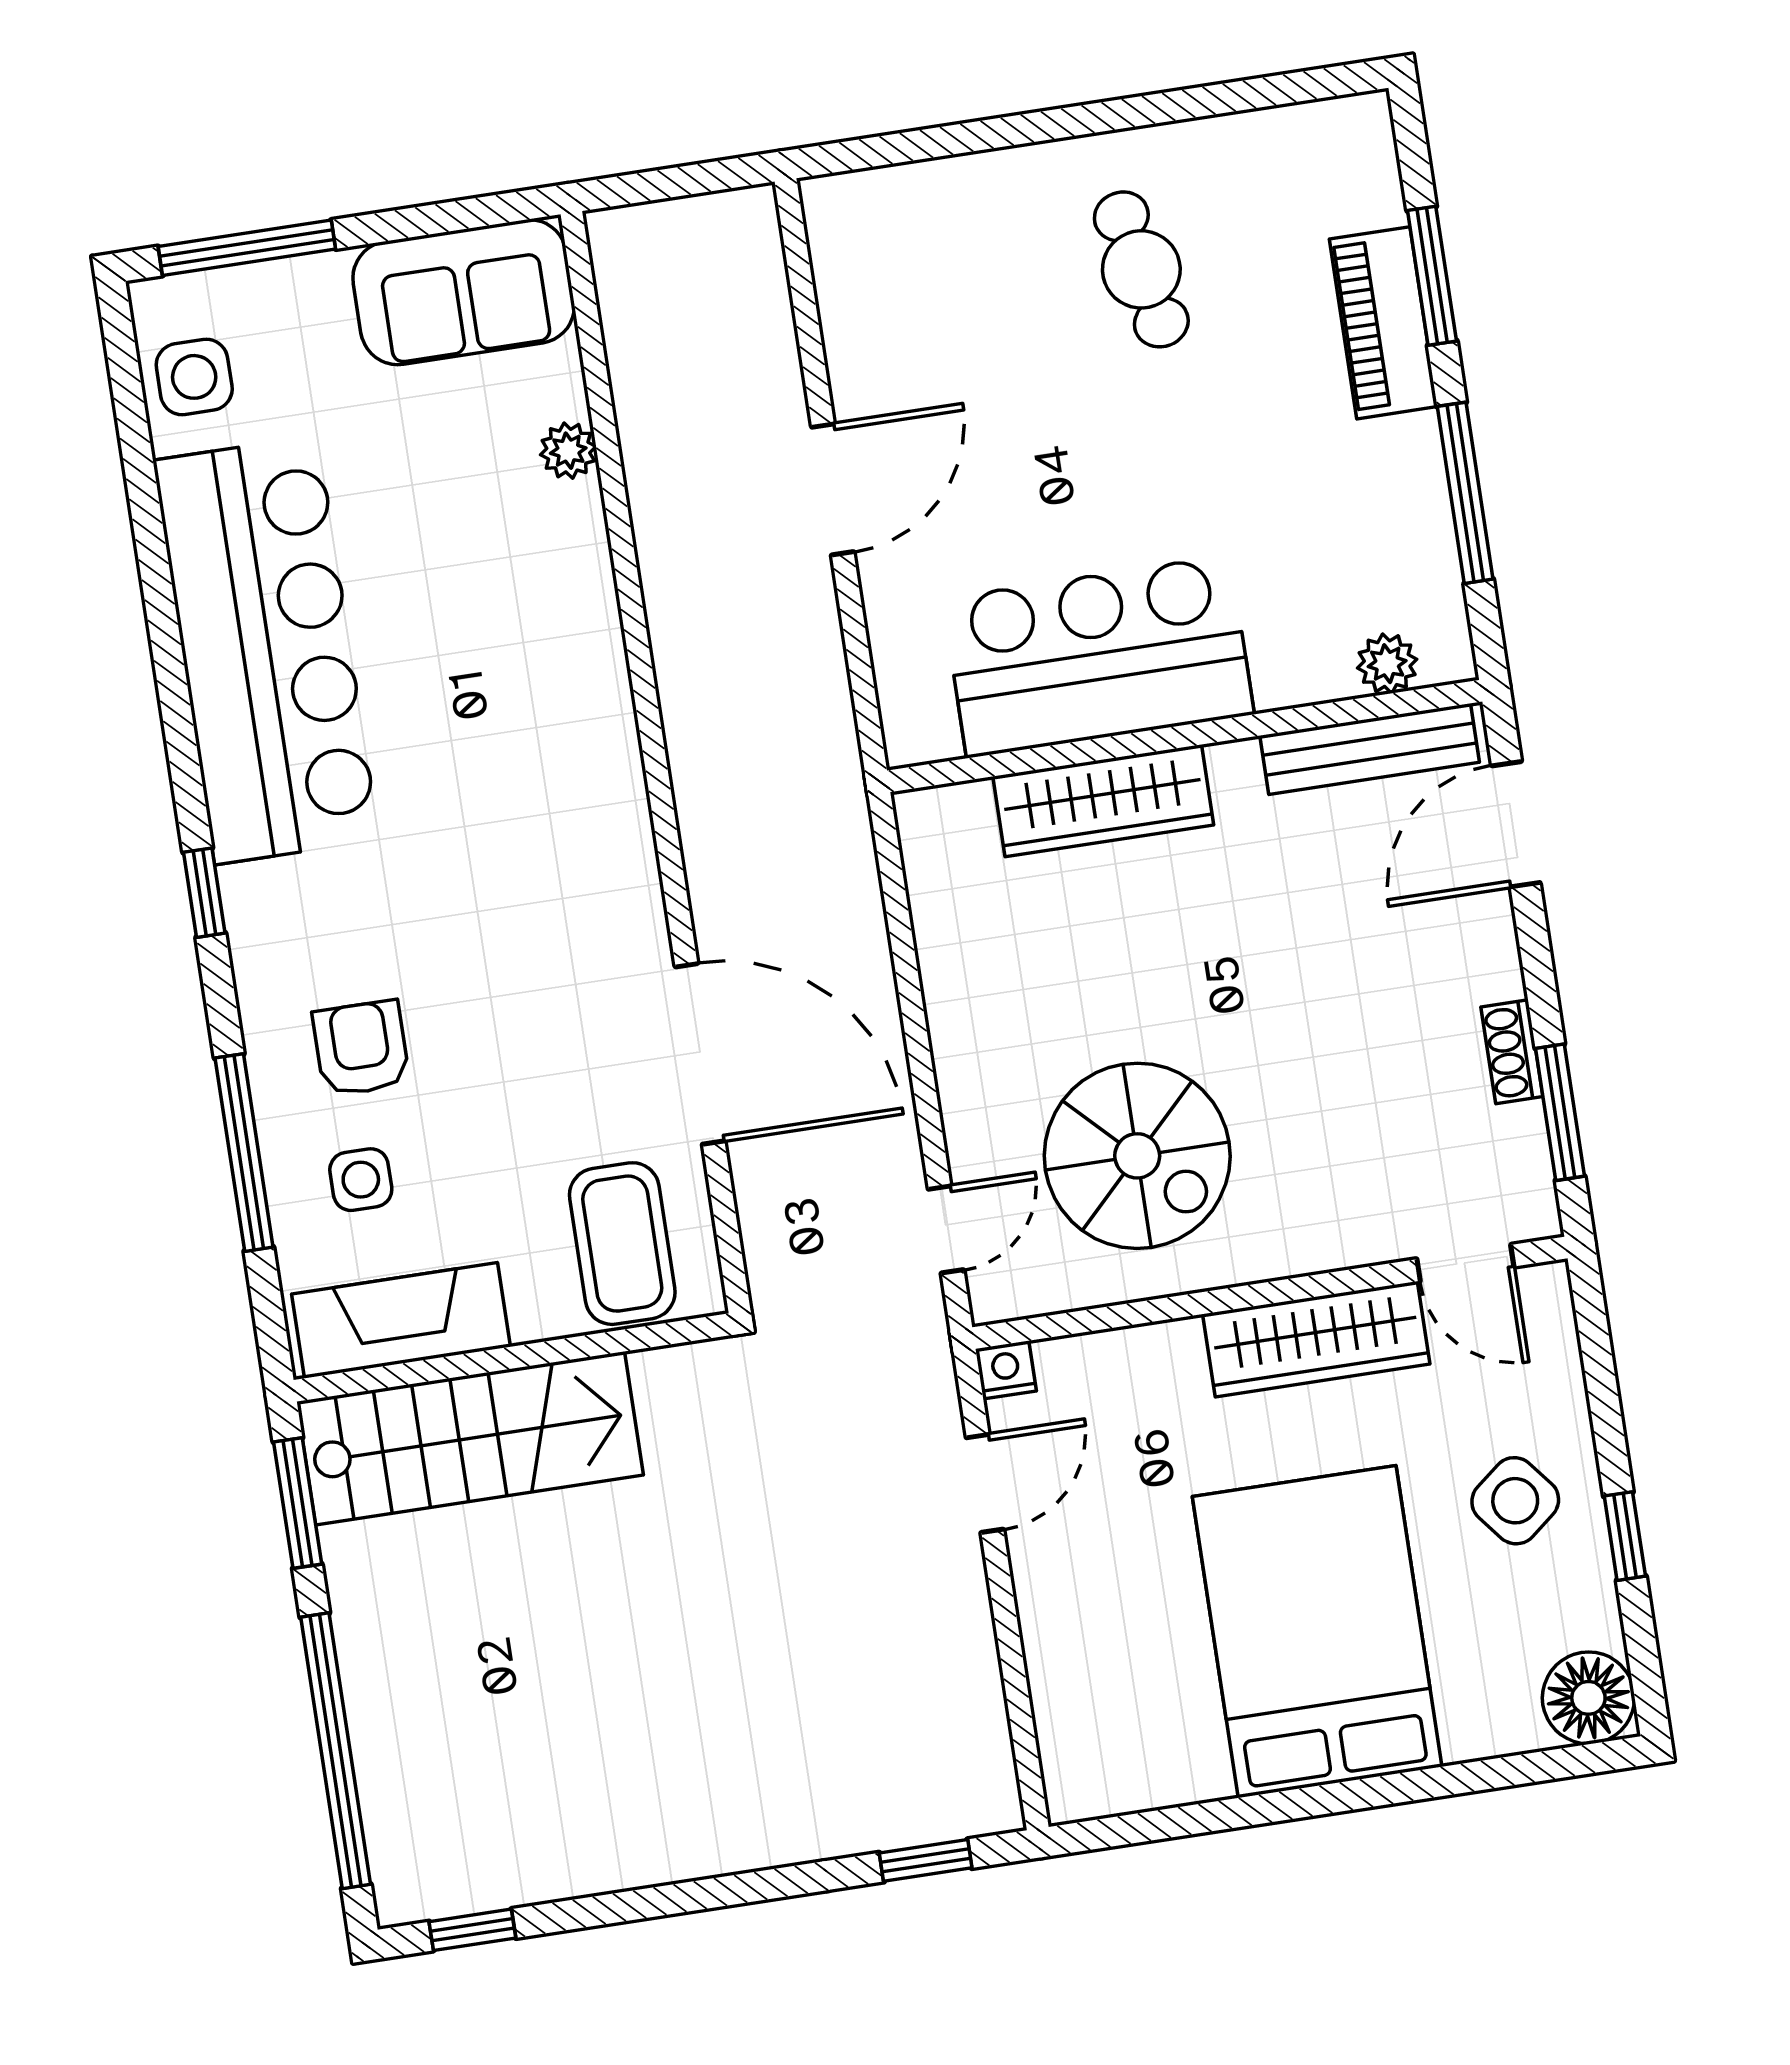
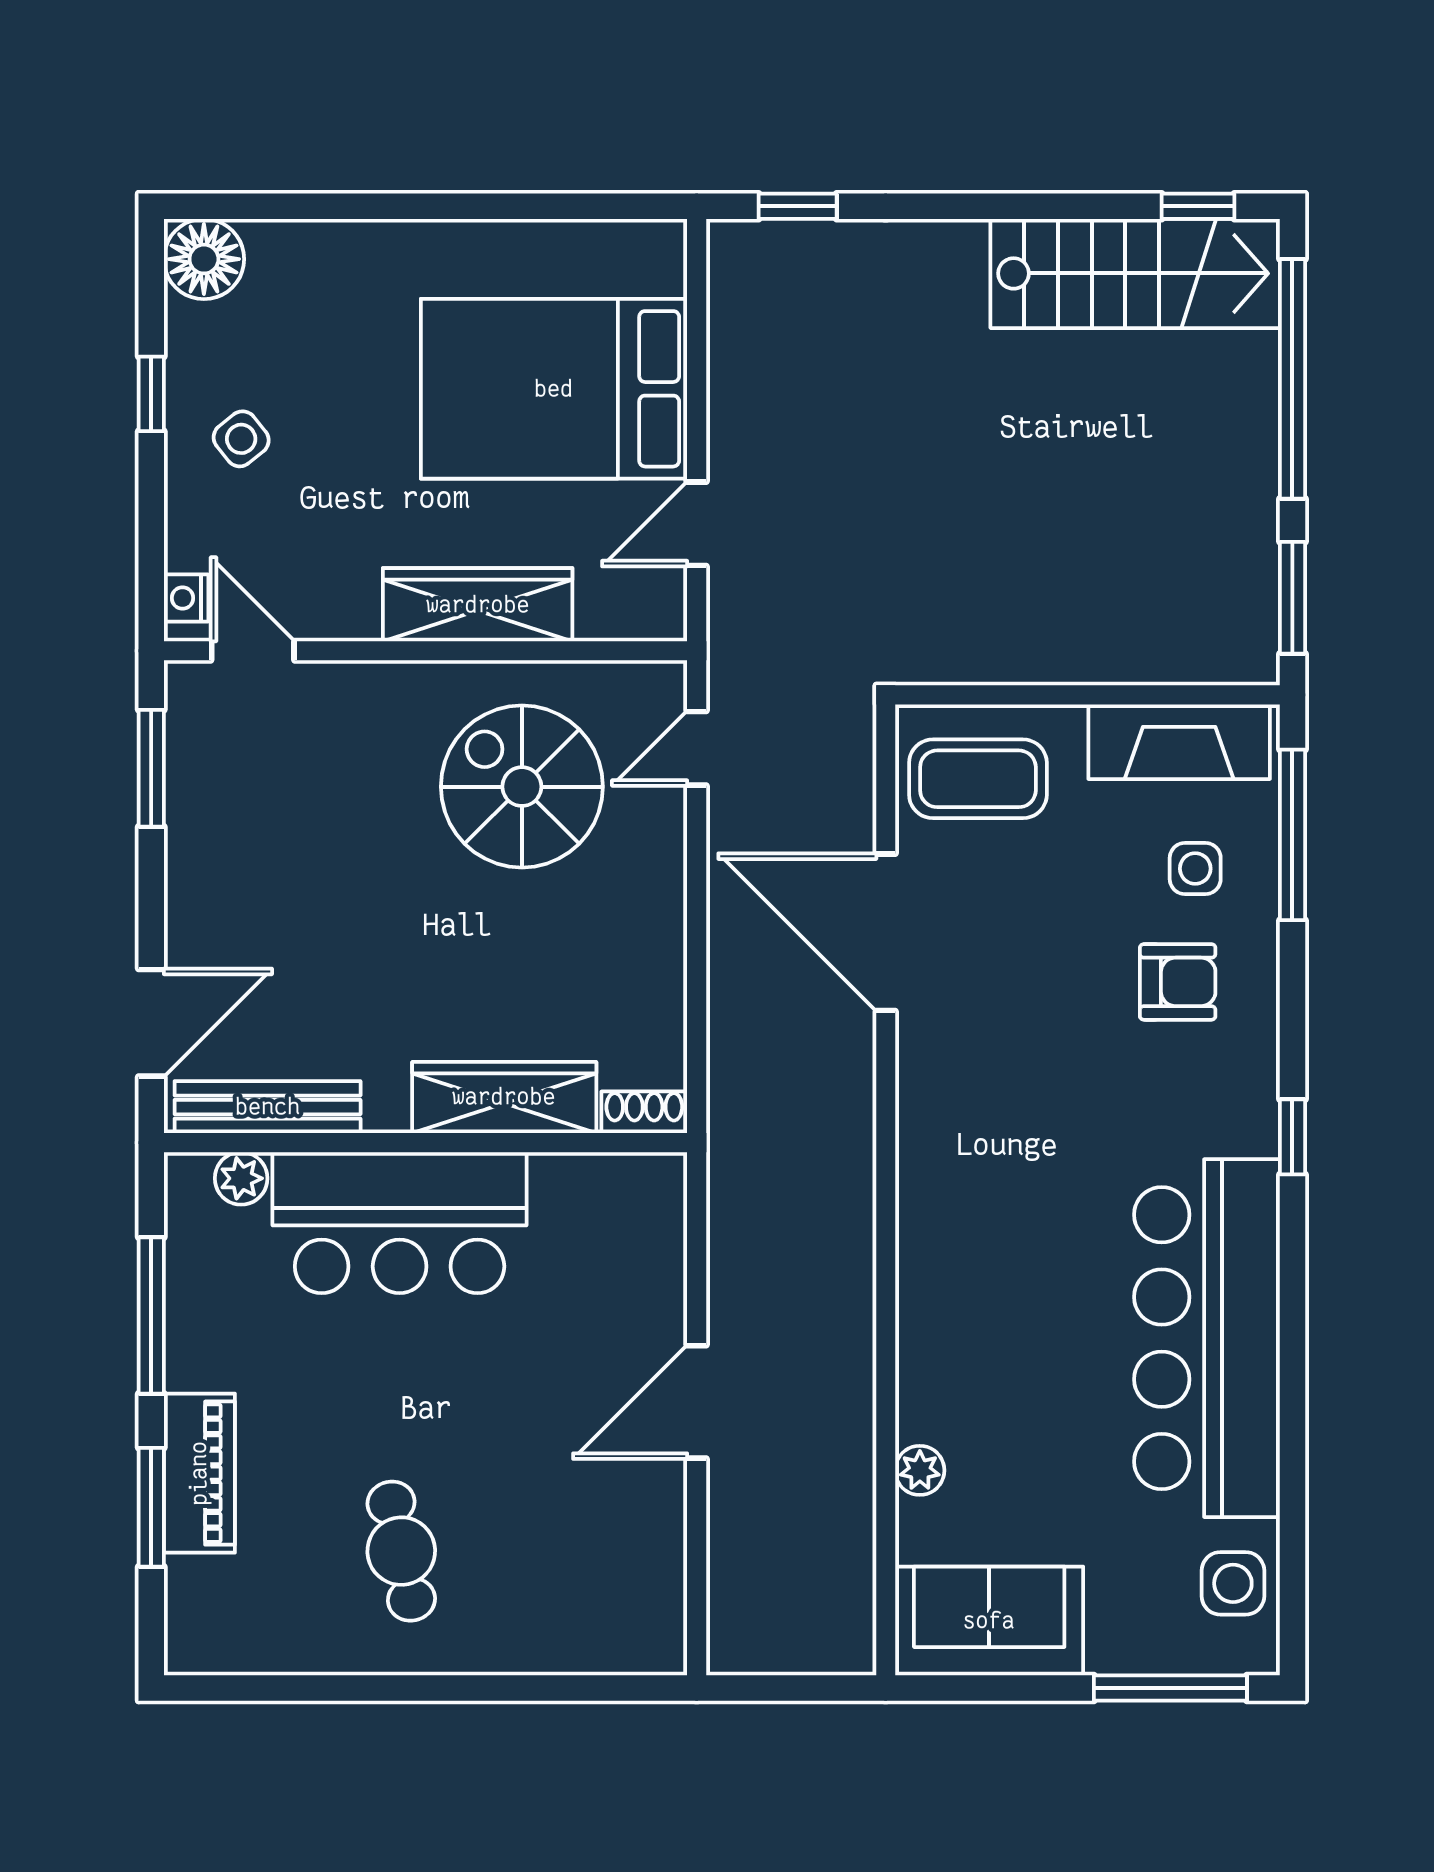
bar counter: (1098, 657) -> (400, 1223), moved
armchair: (361, 1048) -> (1178, 982), turned -90
shoe rack: (1512, 1052) -> (644, 1112), moved, turned -90
window: (244, 1153) -> (1292, 835), moved
coffee table: (622, 1244) -> (978, 779), turned 90
wardrobe: (1316, 1339) -> (478, 605), moved
nightstand: (1006, 1370) -> (186, 598), moved, turned 90
stairs: (470, 1438) -> (1135, 273), moved, turned 180
side table: (1515, 1501) -> (241, 439), width x0.73, depth x0.73
bed: (1317, 1632) -> (554, 389), moved, turned 90

